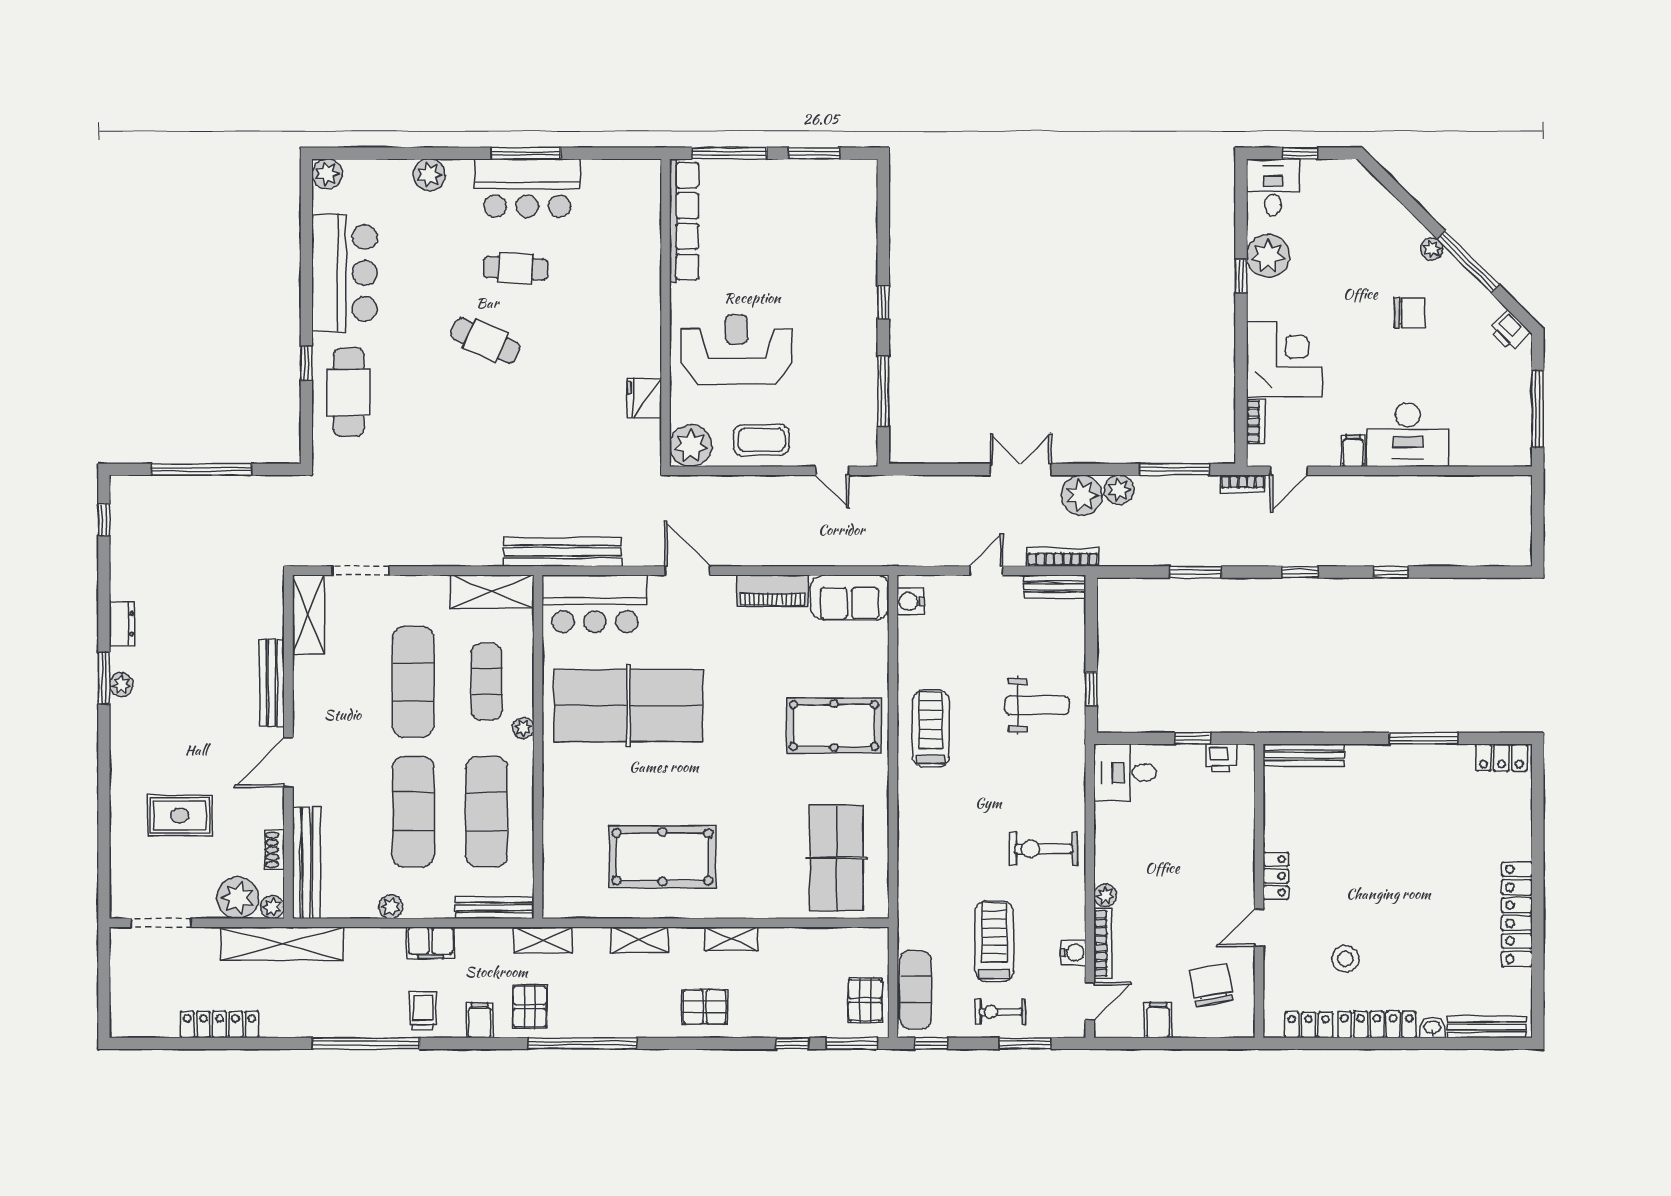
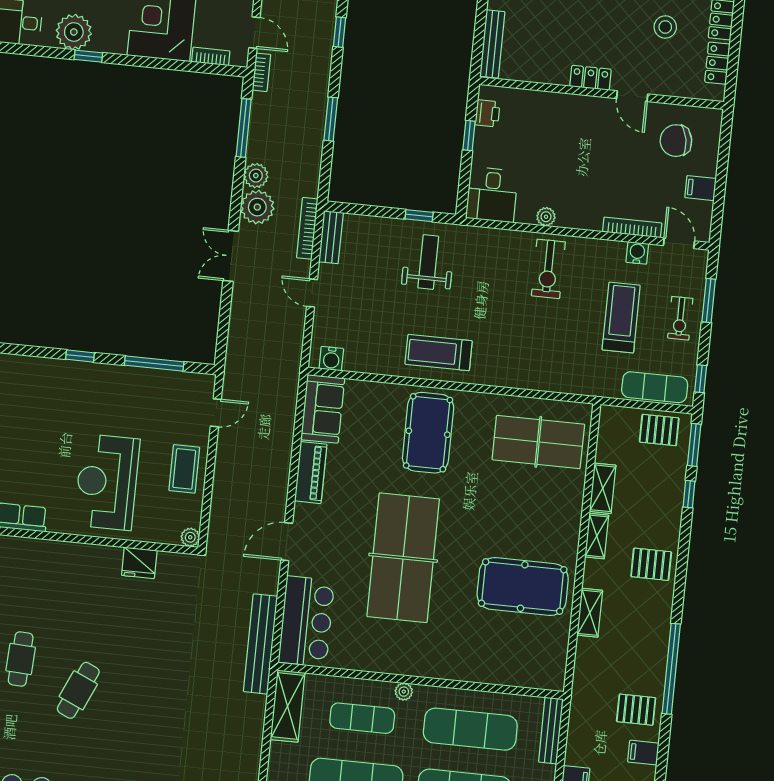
plant: (691, 446) -> (190, 537), width x0.53, depth x0.53
table tennis table: (628, 705) -> (403, 558), moved
pool table: (662, 857) -> (523, 587), turned 90
plant: (1105, 895) -> (546, 217), moved
shelving: (543, 940) -> (603, 488), moved
treadmill: (994, 941) -> (621, 318), turned 90
pallet: (705, 1007) -> (651, 564), turned 90

